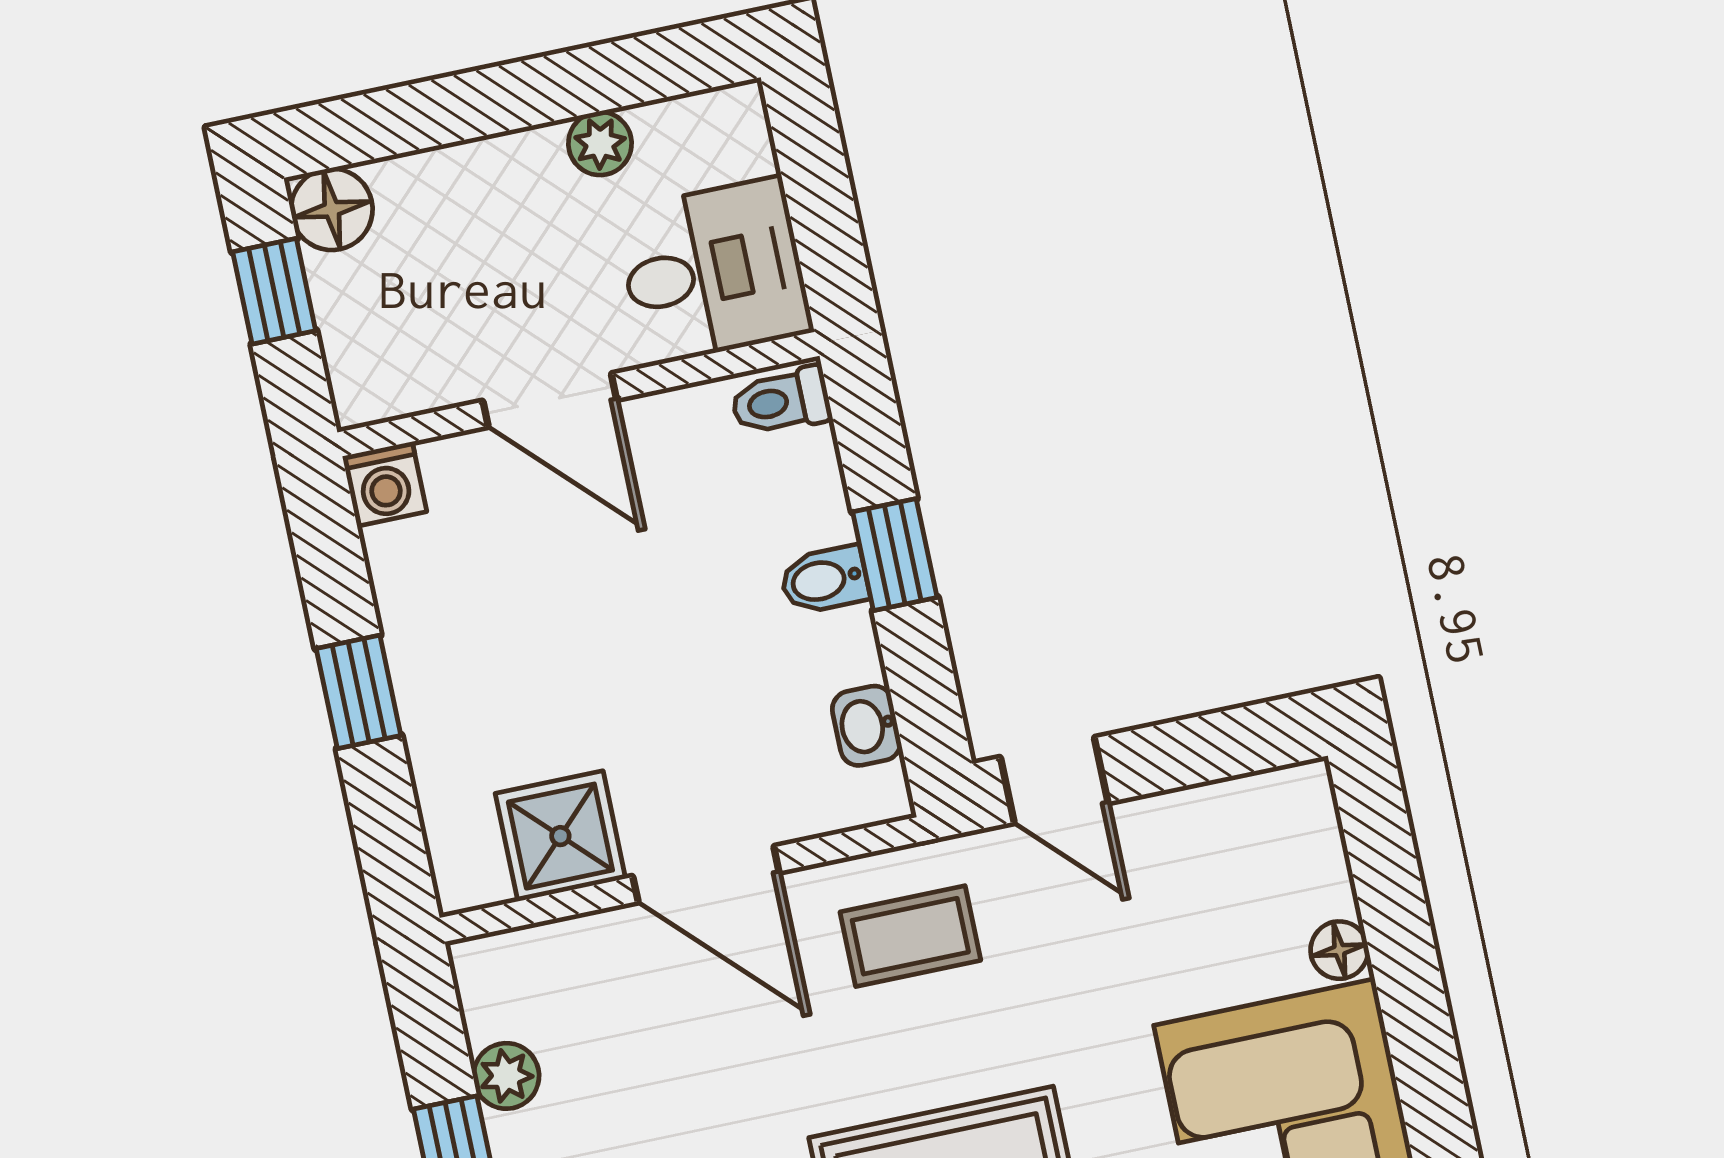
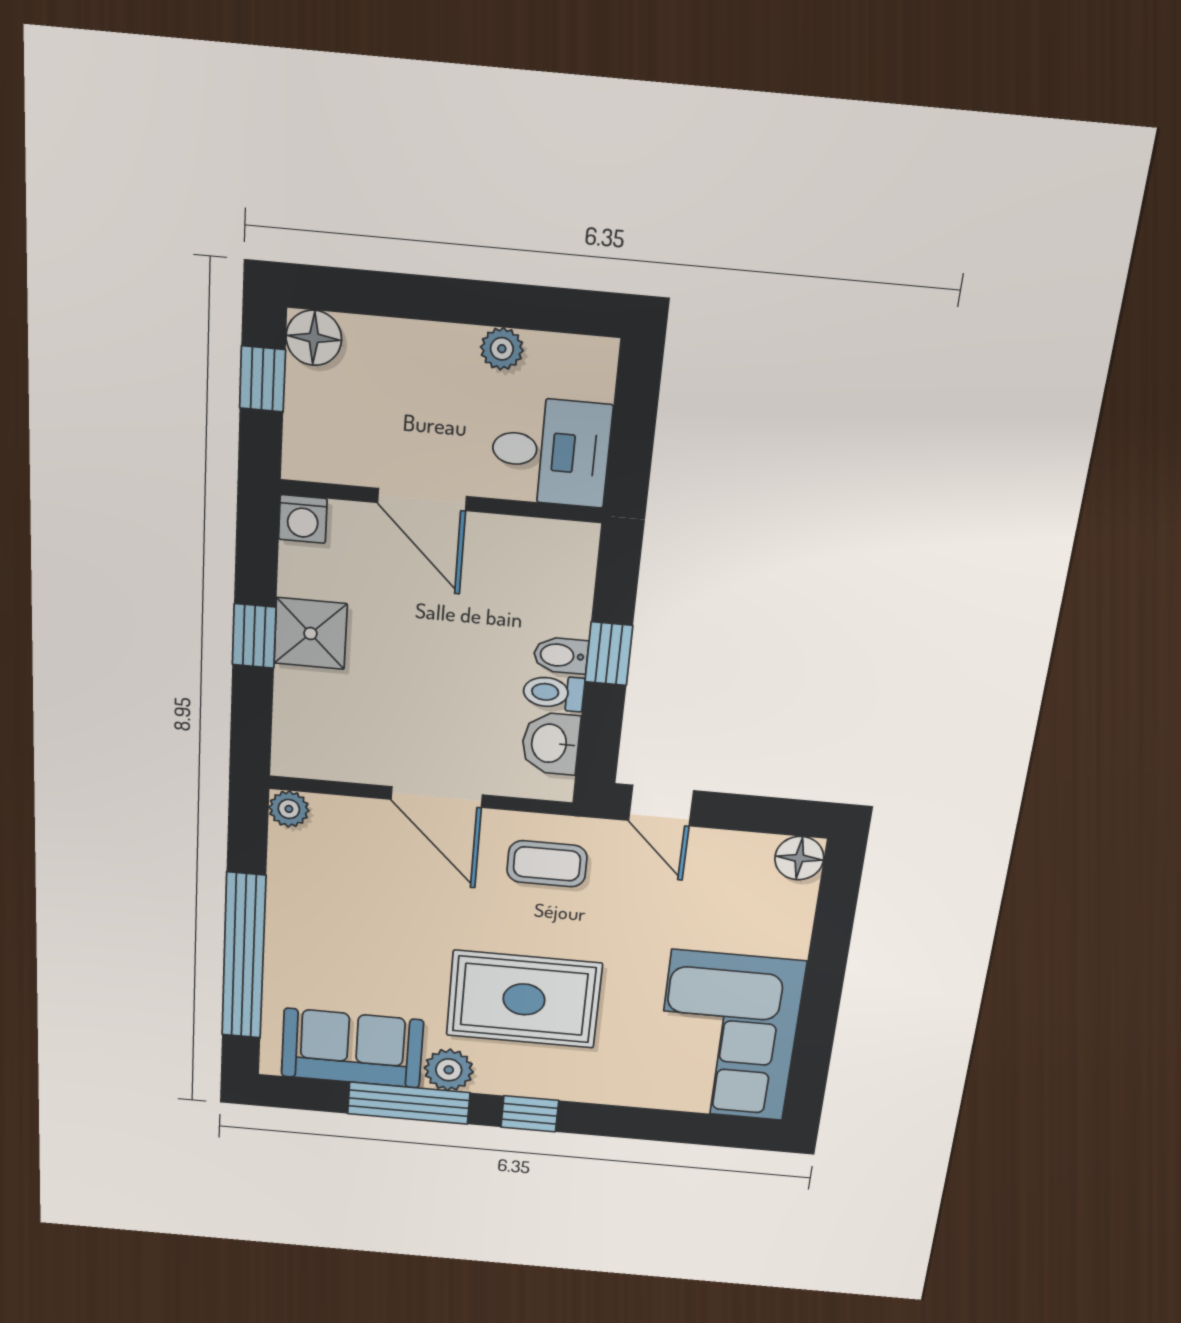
toilet: (781, 401) -> (554, 693), moved
washbasin: (866, 726) -> (551, 743), width x1.38, depth x1.45
shower: (560, 836) -> (310, 634), moved
floor lamp: (1339, 950) -> (799, 858), moved, width x1.37, depth x1.37
plant: (506, 1076) -> (289, 809), moved

